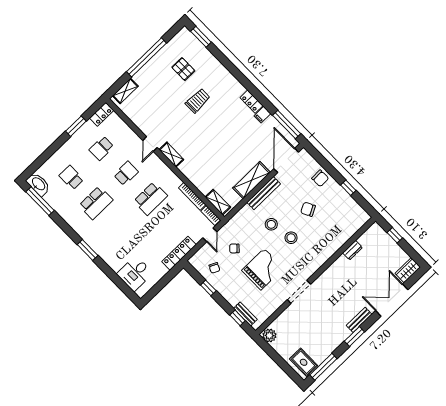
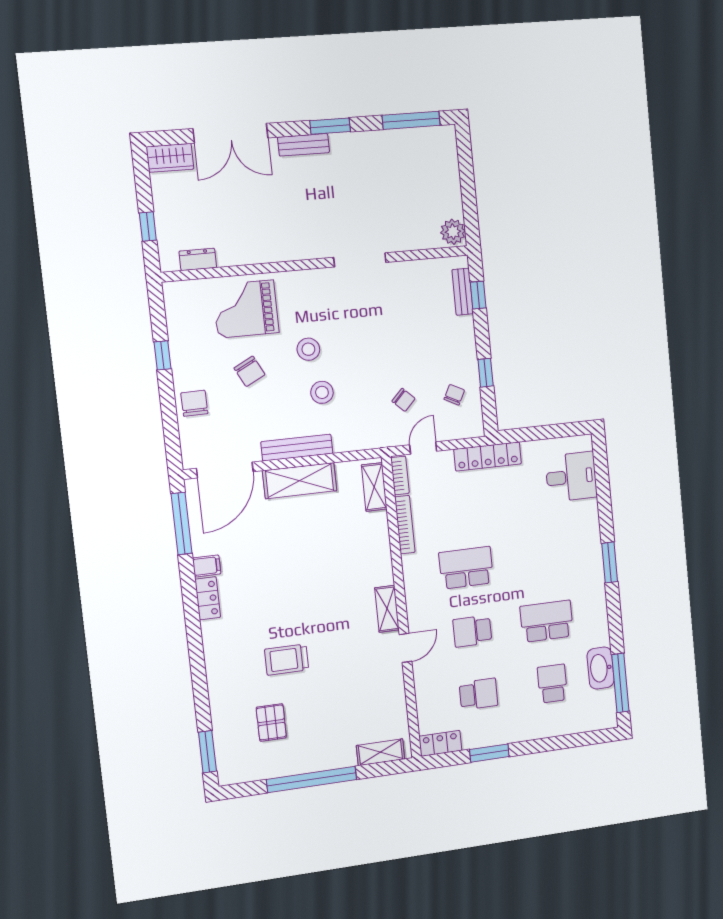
school desk: (71, 178) -> (552, 684), turned 180
washbasin: (38, 184) -> (601, 668), moved
dresser: (353, 250) -> (198, 259), moved
grand piano: (263, 269) -> (246, 309), moved
rug: (304, 362) -> (435, 151), removed

